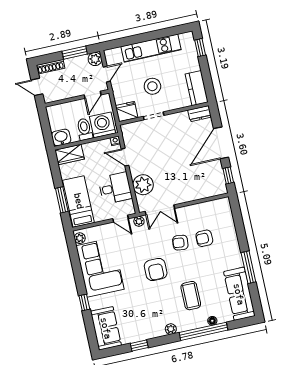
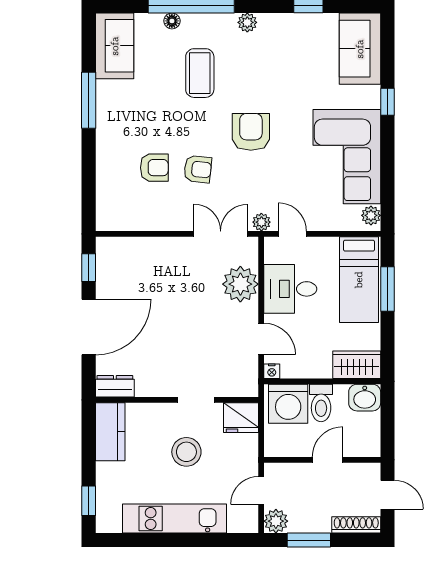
door: (93, 95) -> (328, 460), moved
sofa: (239, 294) -> (115, 46), width x0.73

